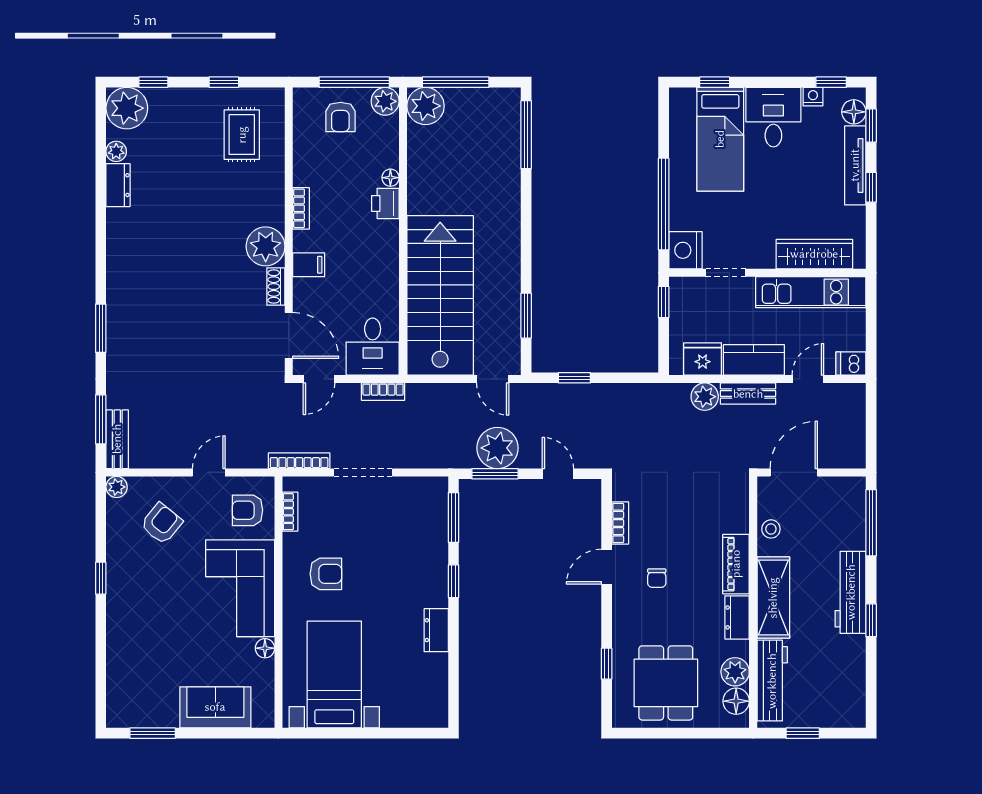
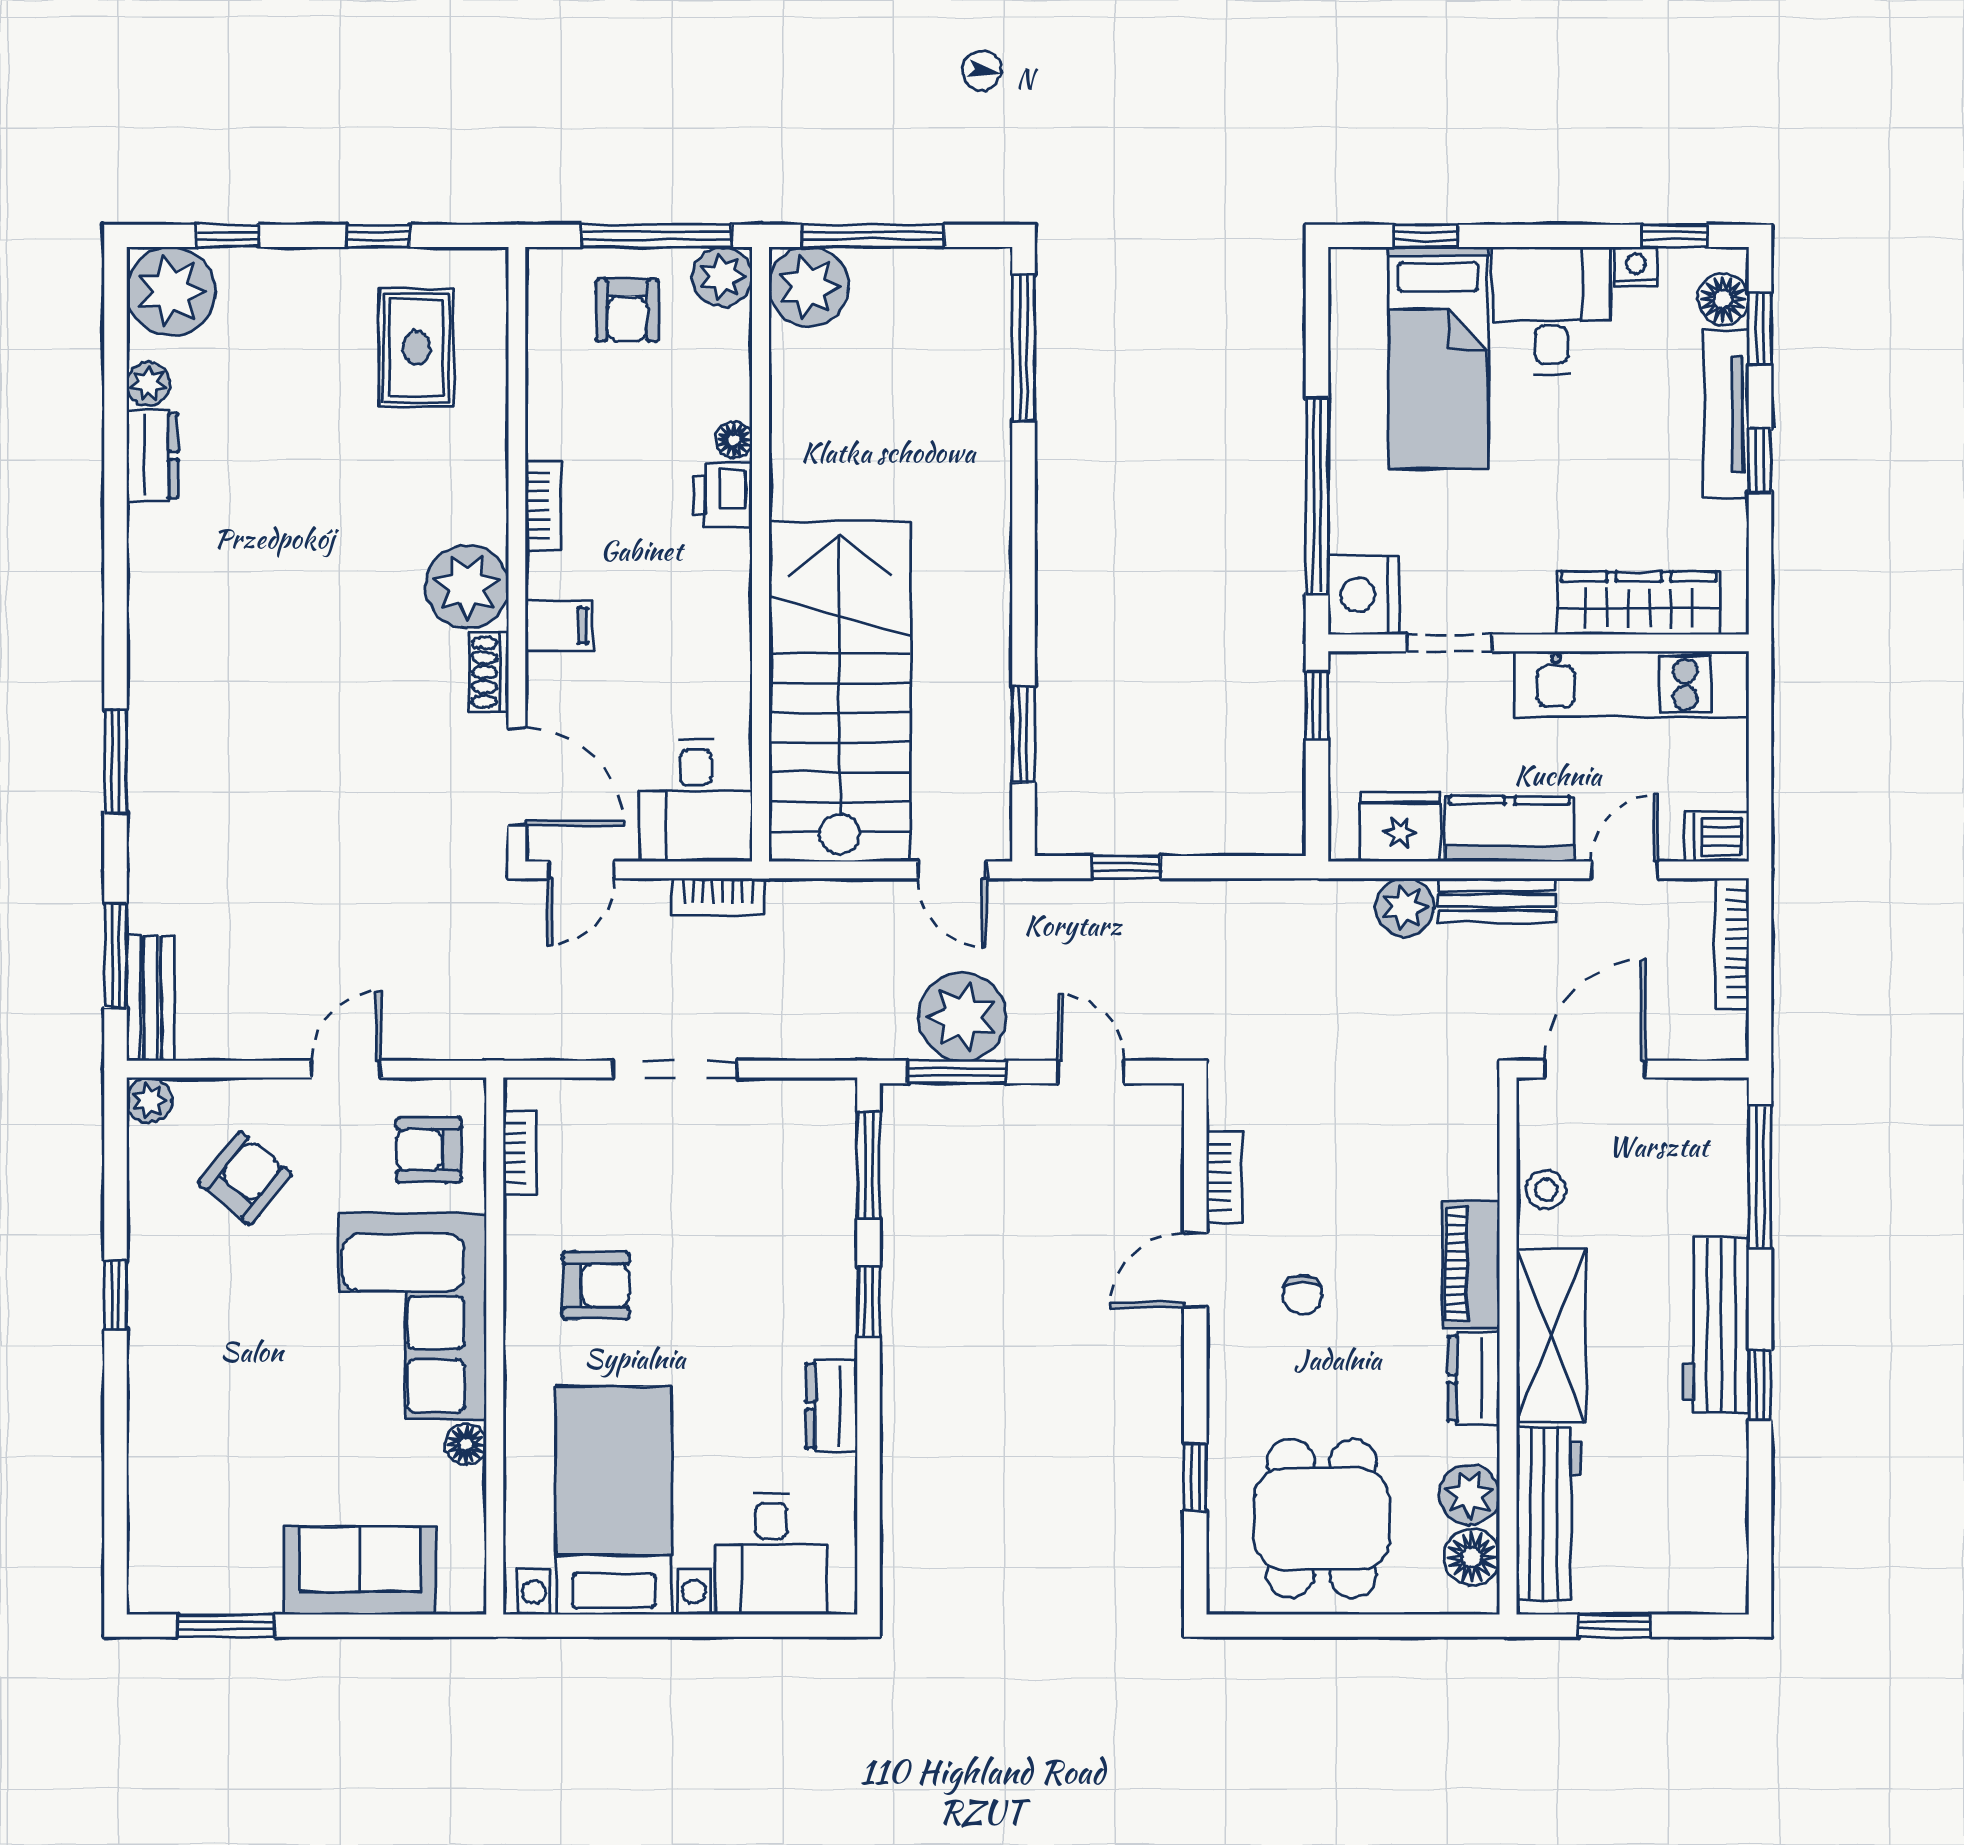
bookcase: (299, 461) -> (1732, 944), moved, turned -90
desk: (408, 700) -> (771, 1554), added

